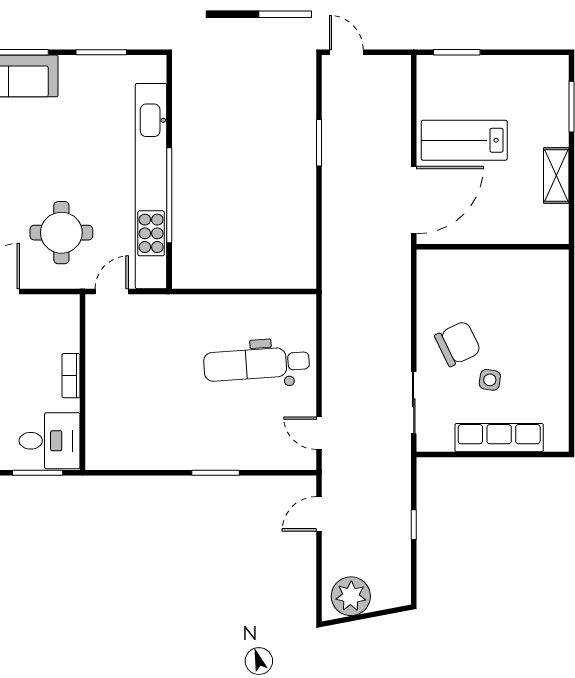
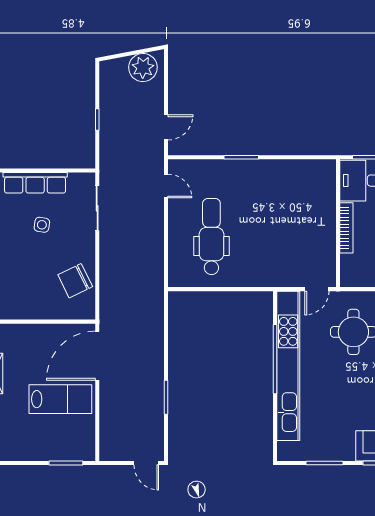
chair: (458, 344) -> (75, 281), moved
dental chair: (257, 364) -> (211, 236), turned -86
bookcase: (71, 376) -> (346, 228), width x1.56

